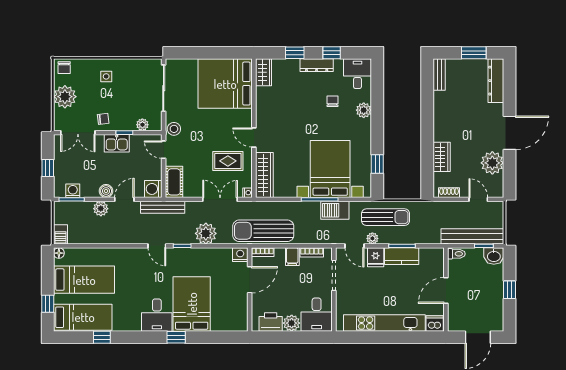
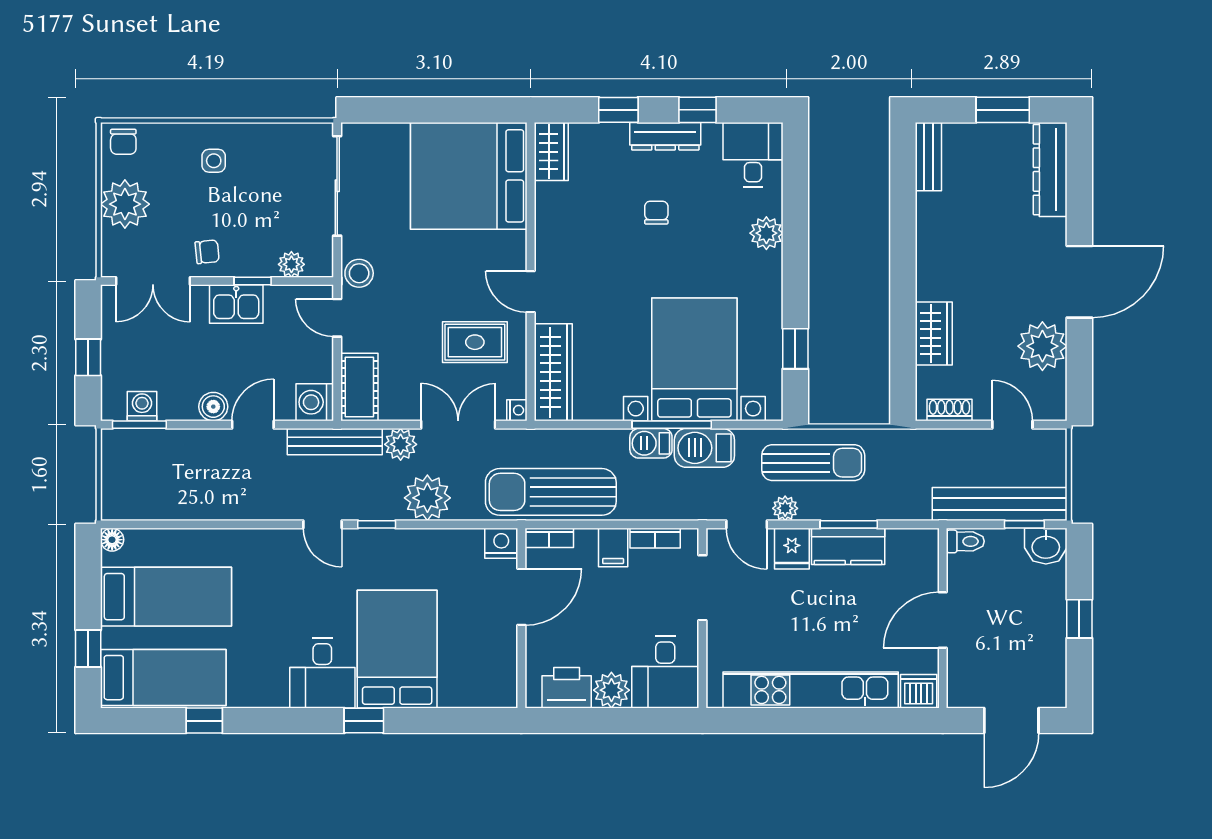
chair: (332, 101) -> (656, 213), moved
plant: (101, 209) -> (401, 444), moved
barbecue: (60, 234) -> (651, 443), moved, turned 90

